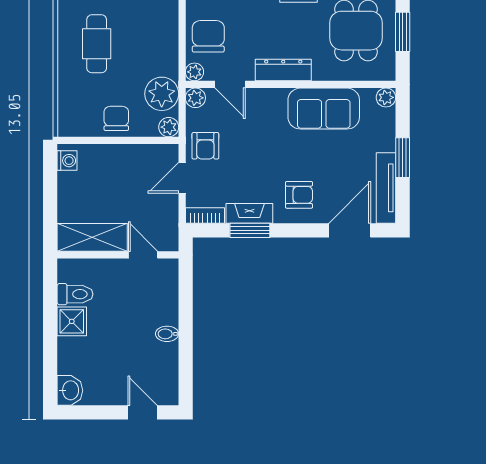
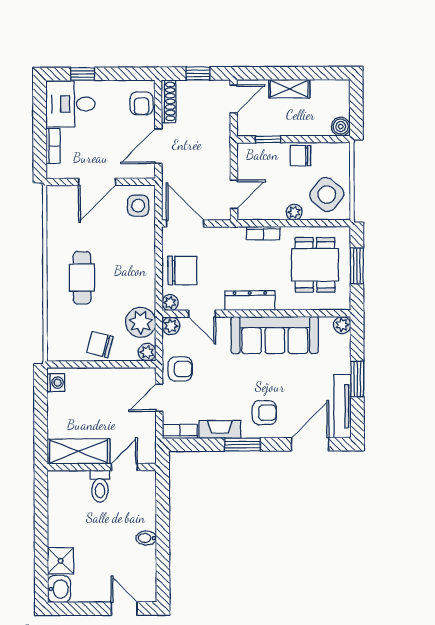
chair: (208, 36) -> (182, 271), turned 90
sofa: (324, 109) -> (275, 335), width x1.36
chair: (116, 118) -> (100, 345), turned -75
armchair: (205, 146) -> (180, 369), turned -90
window: (250, 230) -> (242, 445), moved
door: (143, 255) -> (124, 467), hinge flipped
toilet: (75, 294) -> (100, 486), moved, turned 90
shower: (72, 321) -> (61, 561), moved

